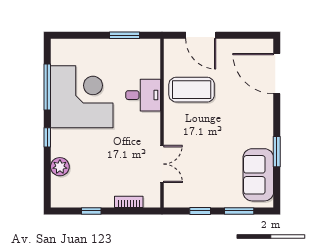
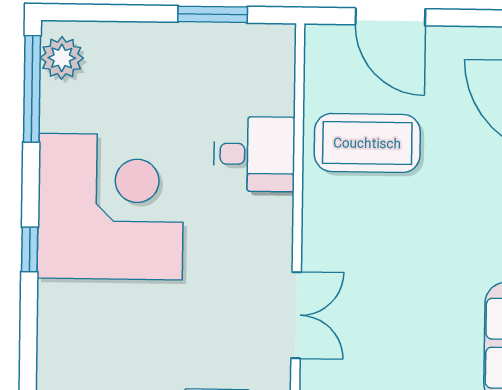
window: (47, 87) -> (32, 89), moved
corner desk: (82, 97) -> (111, 207), moved
plant: (60, 167) -> (62, 58), moved

